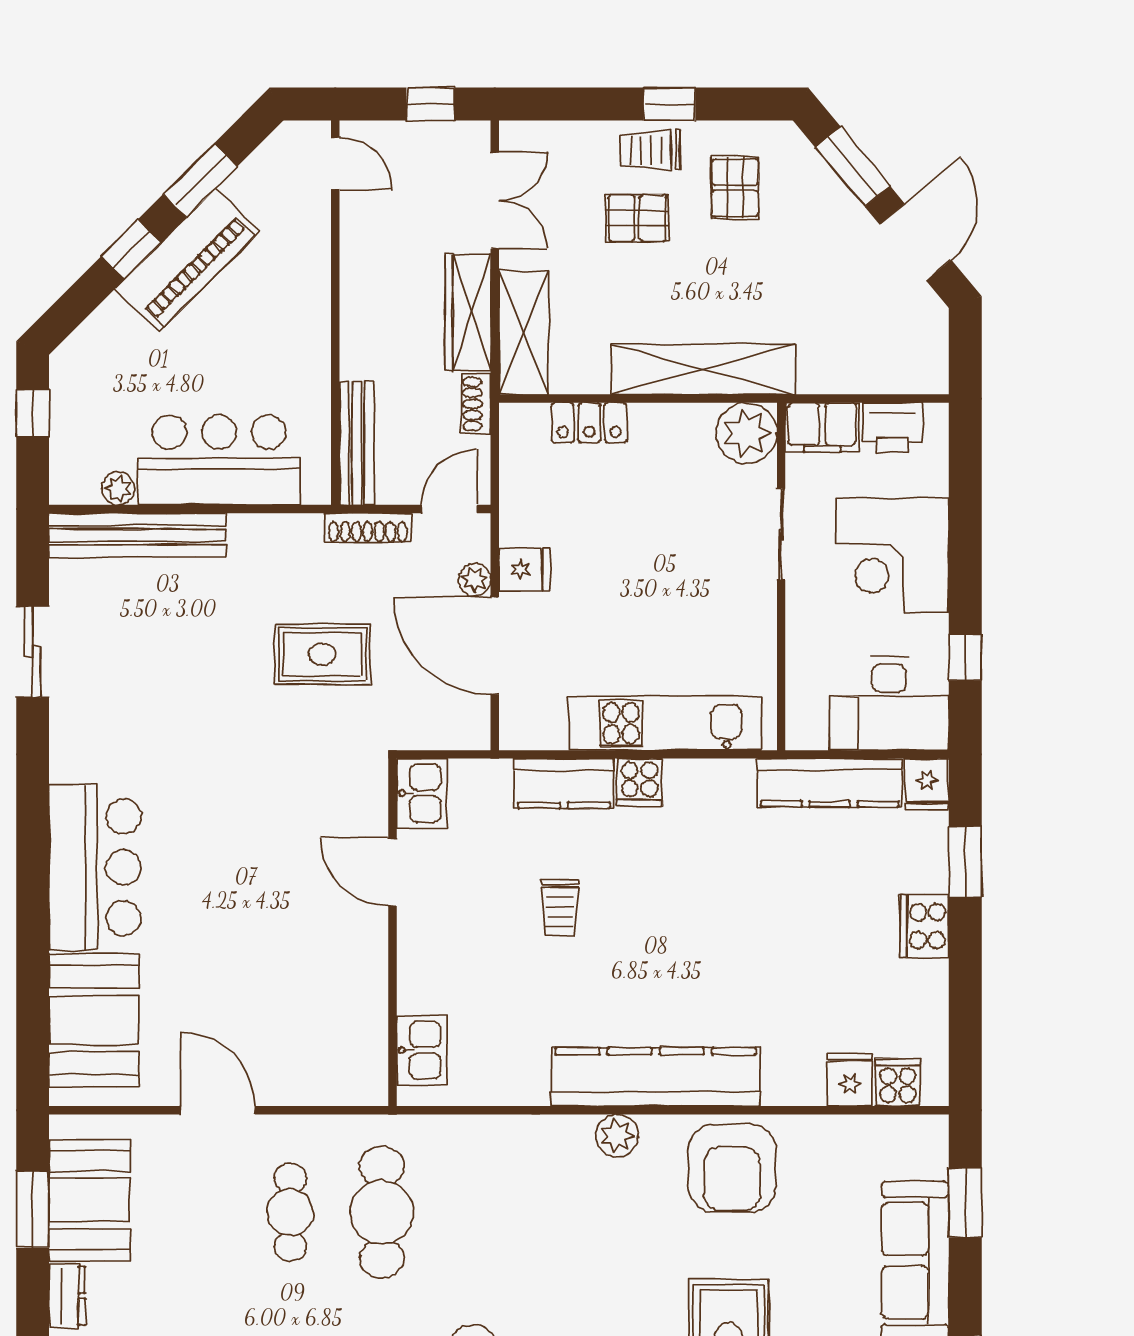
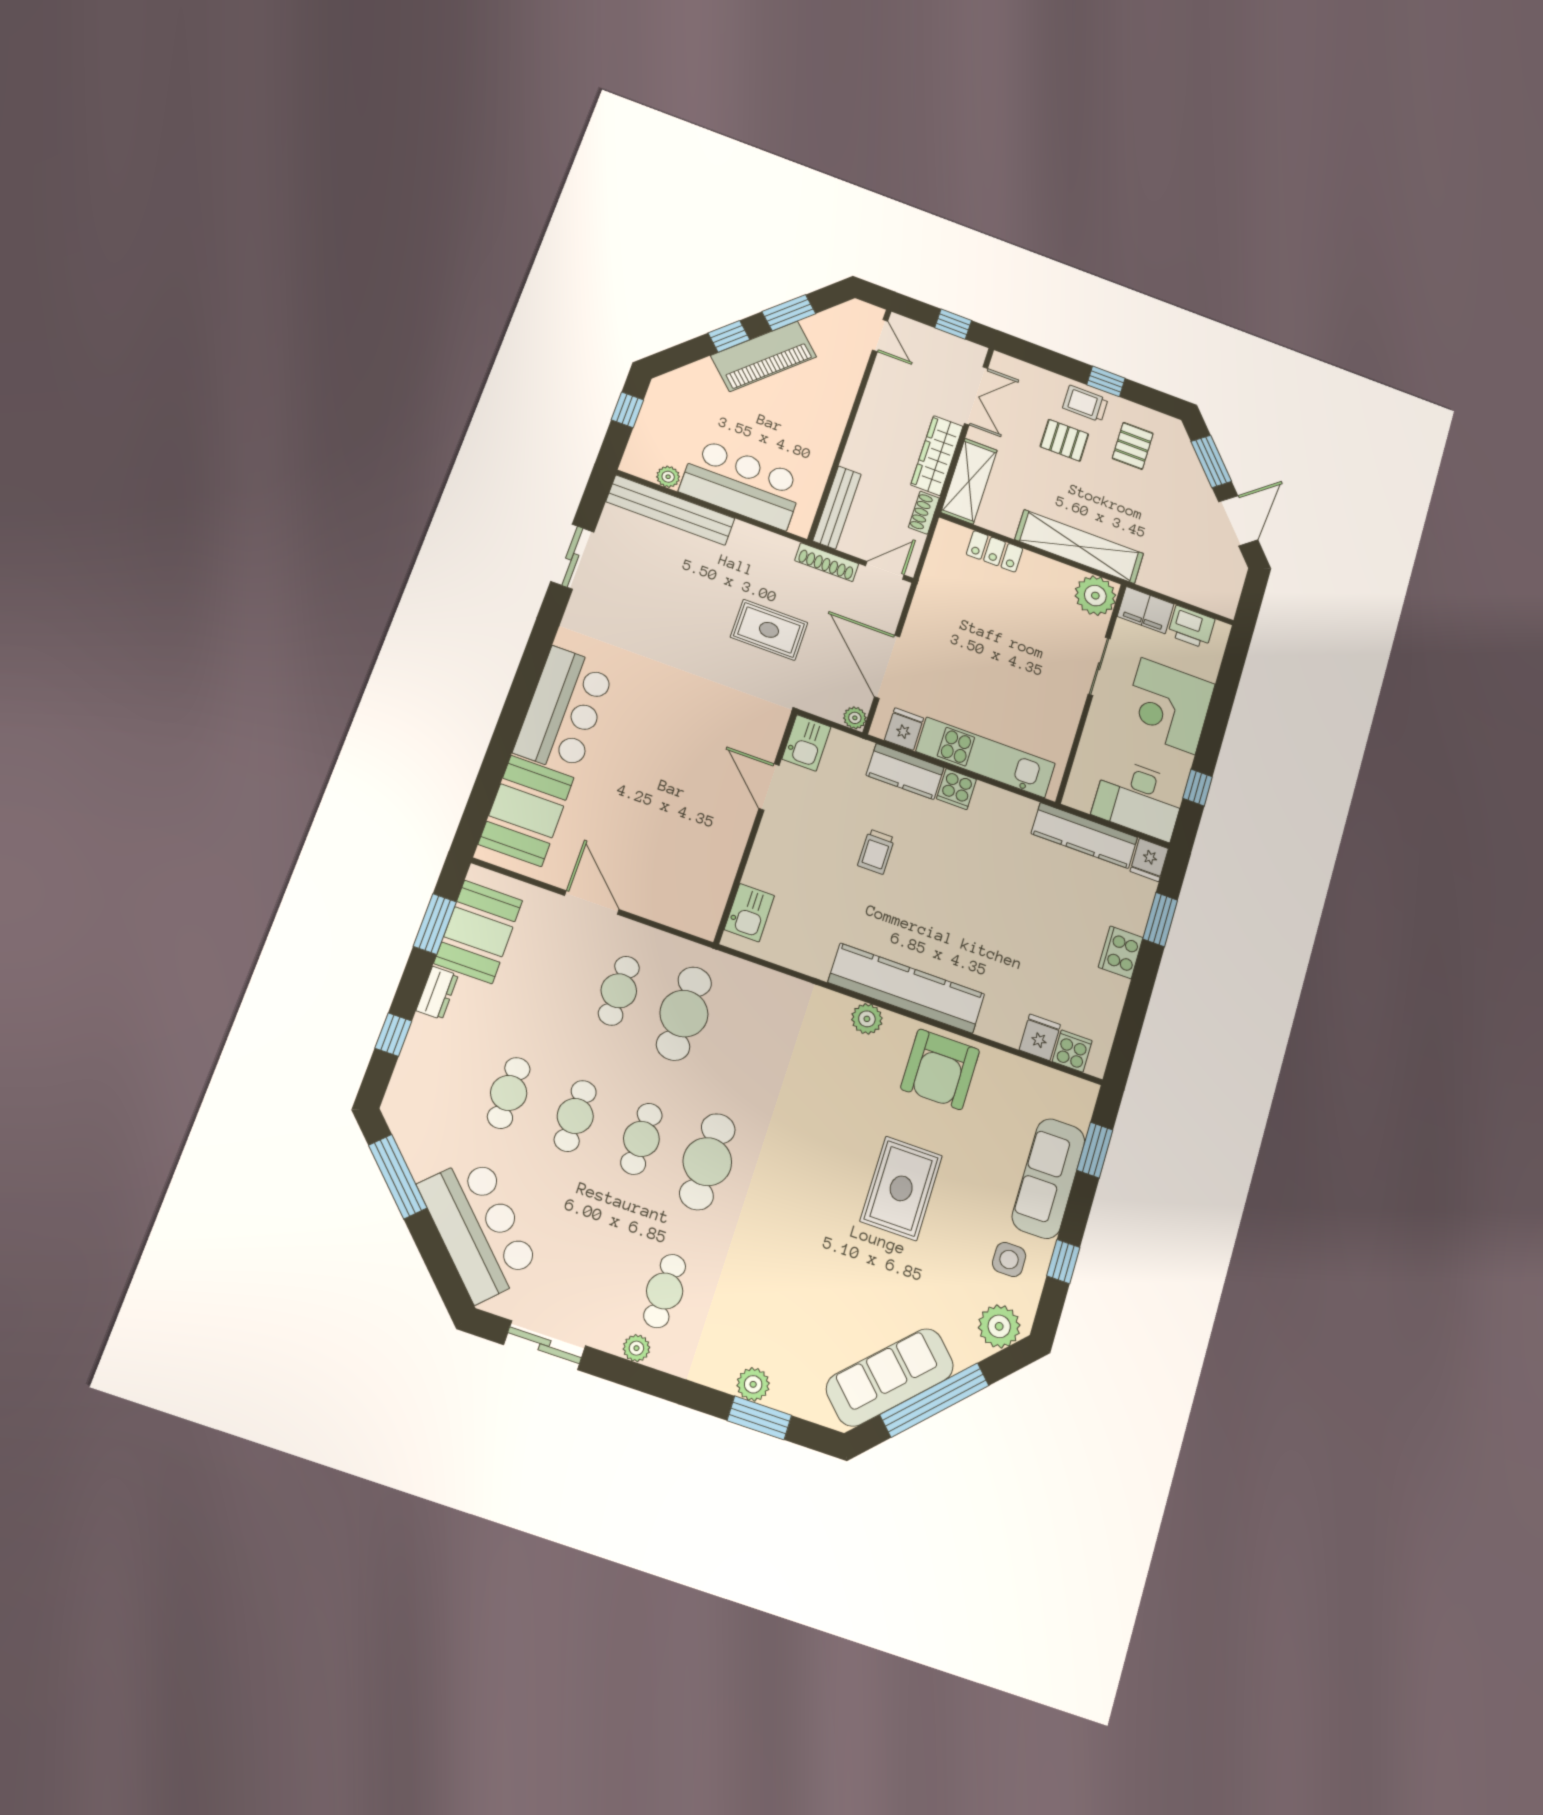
fridge: (524, 569) -> (904, 729), moved, turned -90
plant: (474, 580) -> (855, 718), moved

